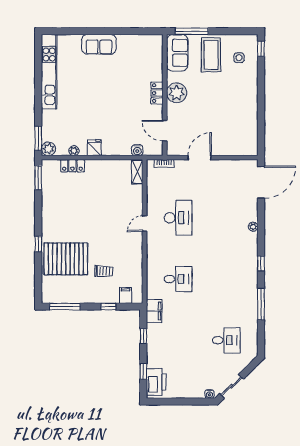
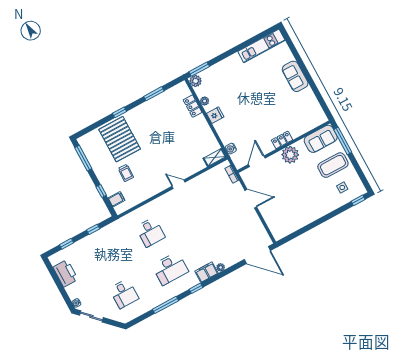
kitchen unit: (49, 72) -> (261, 46), width x0.73
window: (38, 178) -> (154, 94), moved
desk: (178, 218) -> (170, 269), moved
filing cabinet: (154, 311) -> (206, 272), moved, turned 180
printer: (156, 382) -> (65, 273), moved, turned -90

